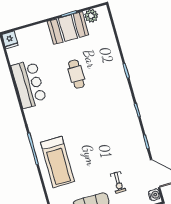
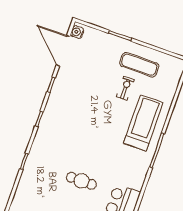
cafe table: (76, 74) -> (81, 181), moved, turned 90
exercise bike: (118, 182) -> (125, 88), moved

